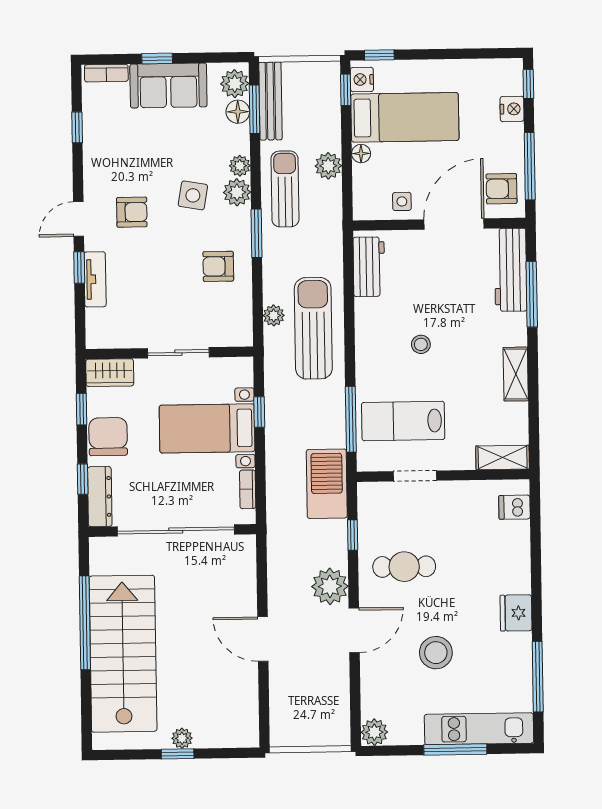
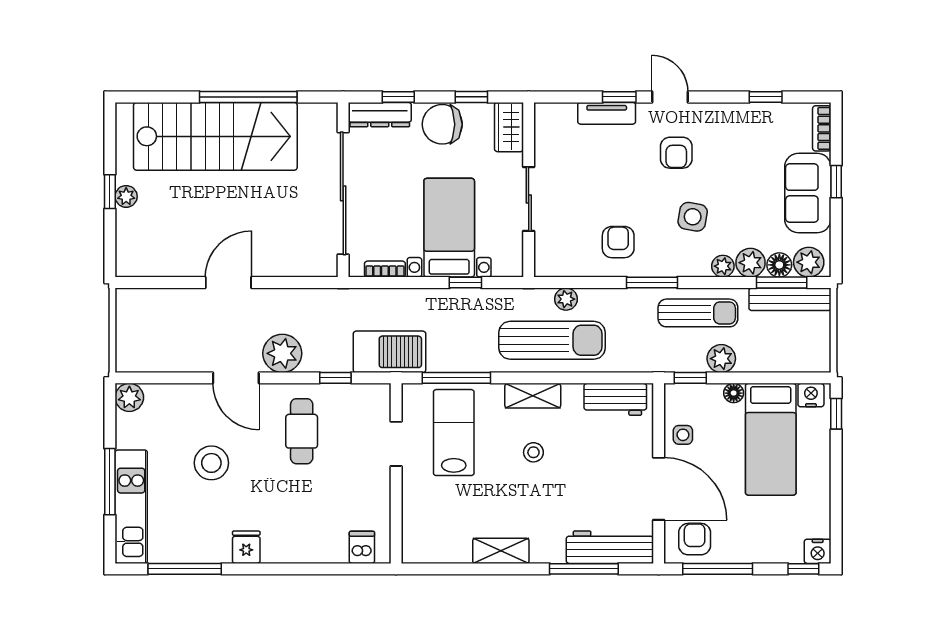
window: (346, 90) -> (690, 378), moved
nightstand: (512, 109) -> (818, 551), moved
plant: (237, 192) -> (750, 263), moved
chair: (108, 437) -> (442, 124), turned 180
shelving: (503, 458) -> (533, 396), moved, turned 90
fridge: (516, 613) -> (246, 547), width x0.72

